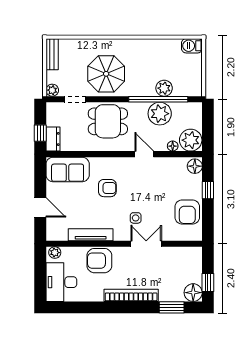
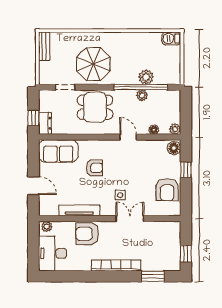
plant: (52, 90) -> (44, 79), removed
plant: (160, 114) -> (142, 95), width x0.53, depth x0.53
plant: (191, 140) -> (175, 129), width x0.53, depth x0.53
floor lamp: (193, 293) -> (173, 263), removed

